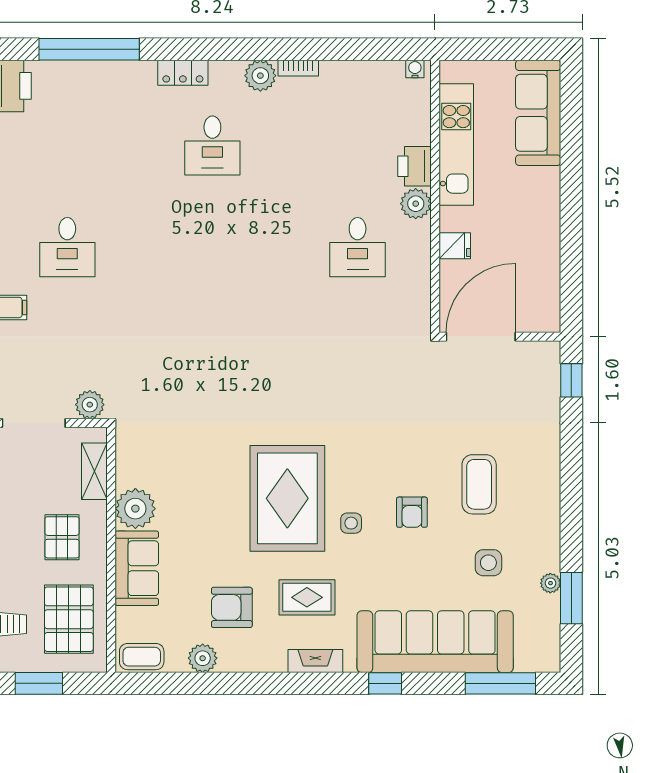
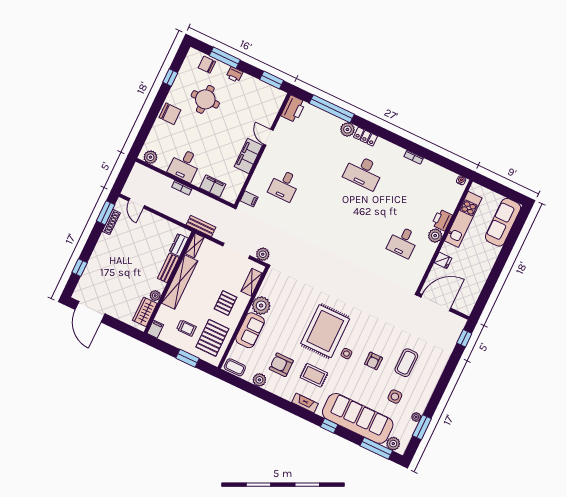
plant: (260, 76) -> (347, 129), moved
desk: (212, 146) -> (363, 172), width x1.37
plant: (530, 658) -> (393, 444), added

